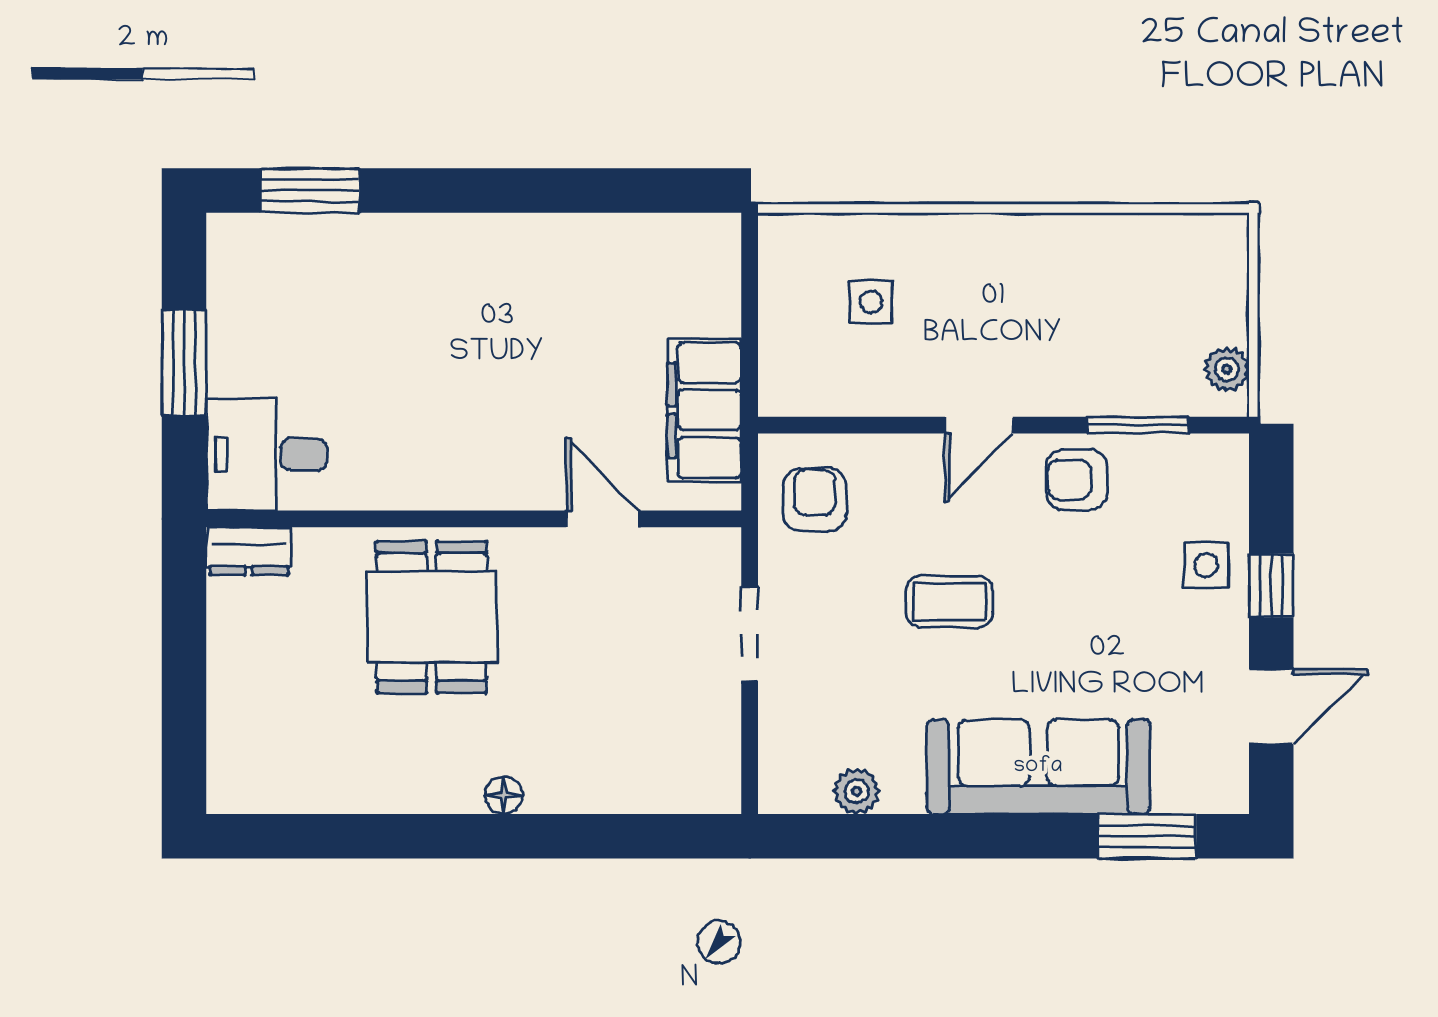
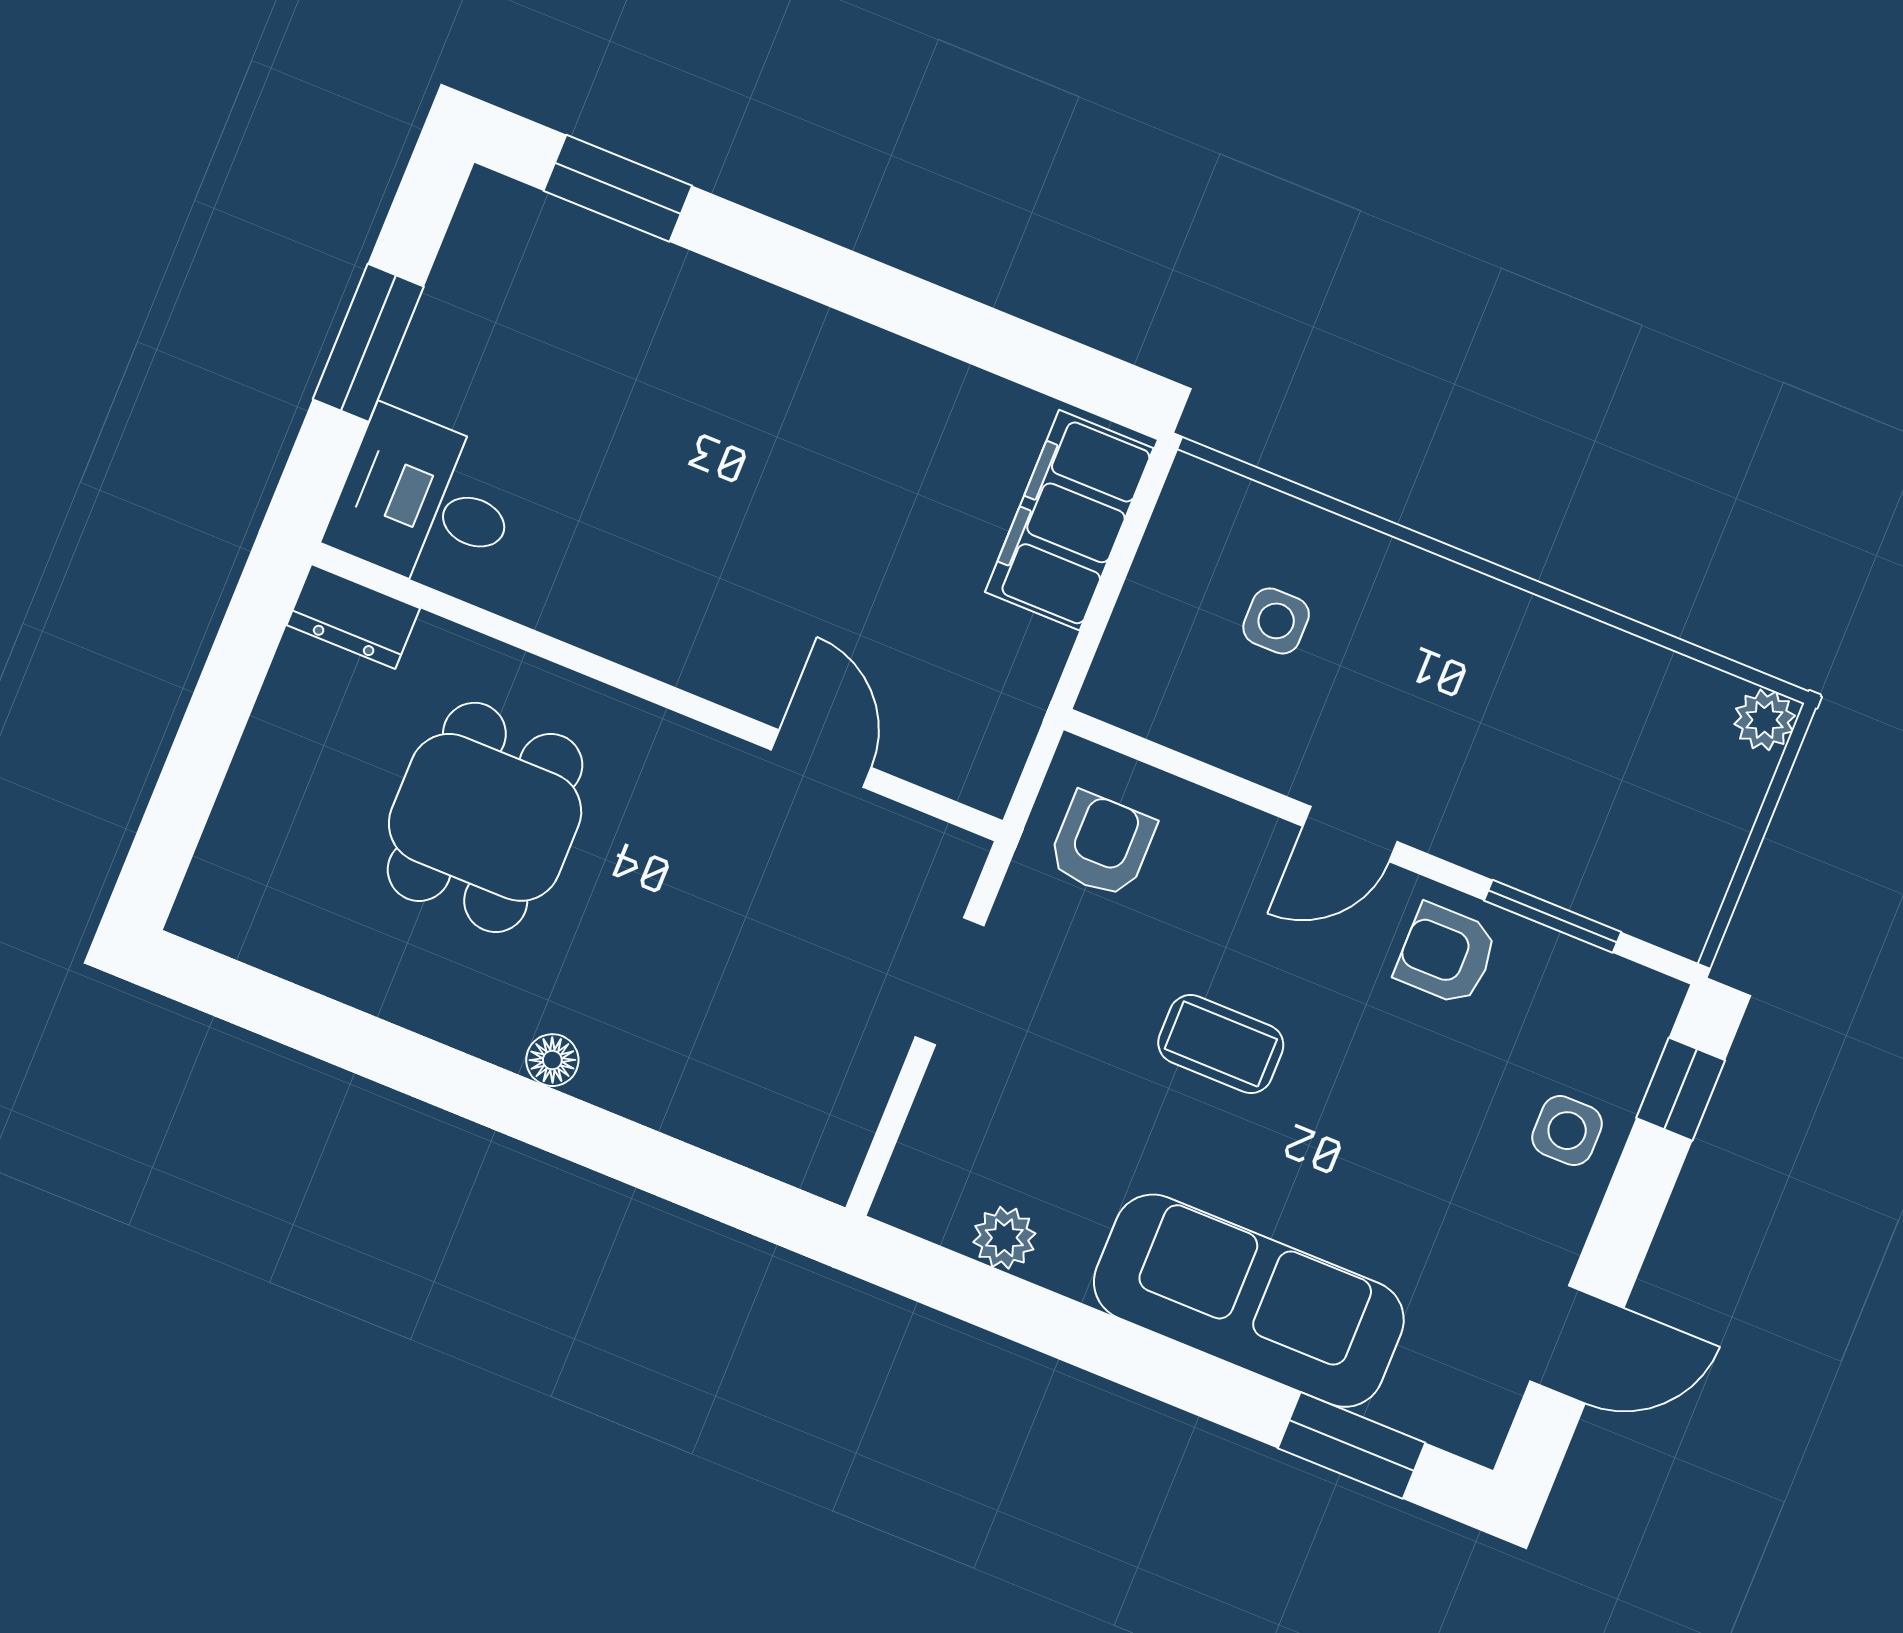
plant: (1227, 369) -> (1765, 720), moved
filing cabinet: (704, 410) -> (1069, 520), moved
window: (1271, 586) -> (1681, 1089), moved
dining table: (432, 617) -> (485, 817), moved

